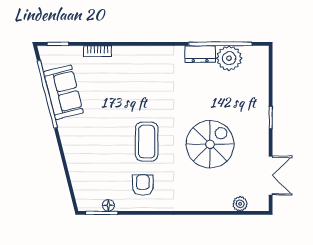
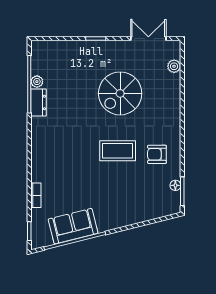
plant: (229, 58) -> (37, 82), width x0.53, depth x0.53
spiral stairs: (210, 144) -> (120, 93), turned -90

